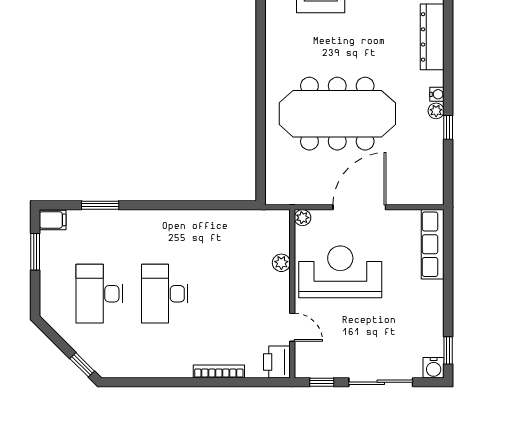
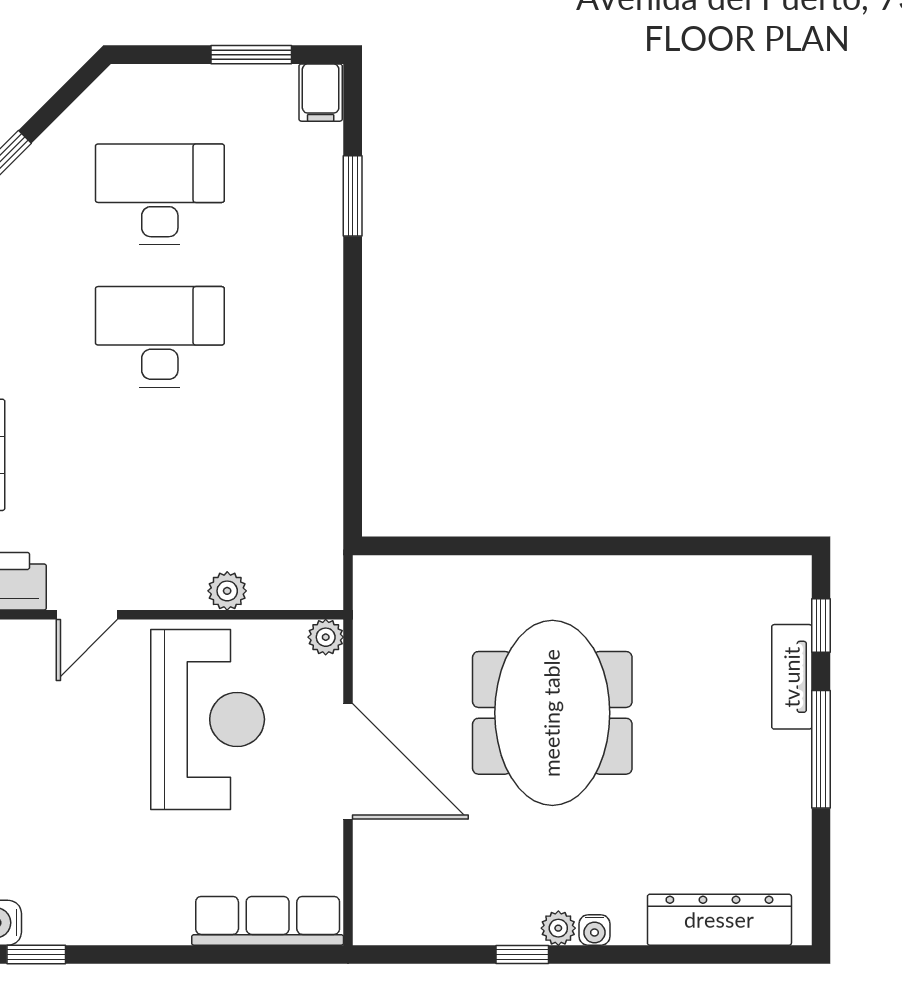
meeting table: (337, 114) -> (552, 713), width x0.73

